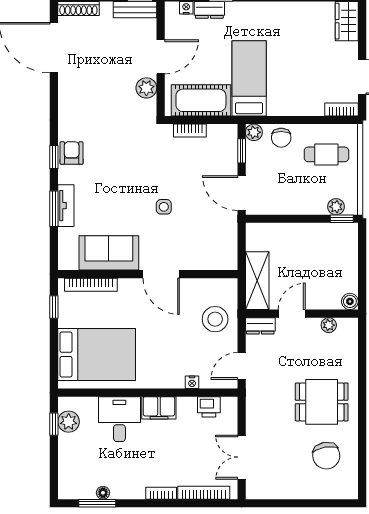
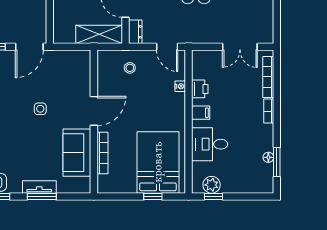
bookcase: (91, 285) -> (102, 153), moved
window: (54, 307) -> (153, 196), moved
stool: (215, 319) -> (130, 68), width x0.53, depth x0.53
printer: (209, 407) -> (200, 89), moved
filing cabinet: (159, 408) -> (201, 113), width x0.50

